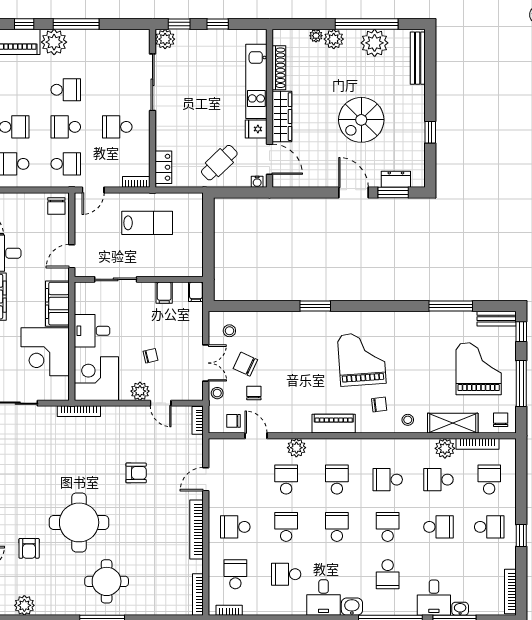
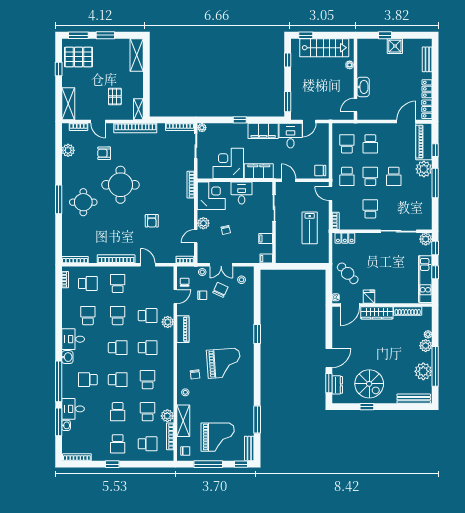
kitchen unit: (256, 81) -> (425, 279), moved, turned -90
spiral stairs: (361, 120) -> (369, 384), moved, turned 180
piano: (334, 424) -> (183, 329), moved
school desk: (286, 527) -> (118, 316), turned -90

